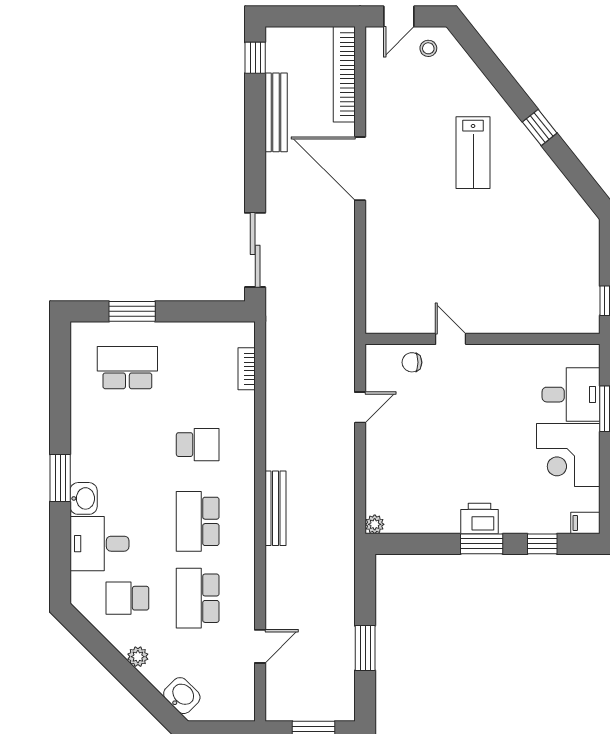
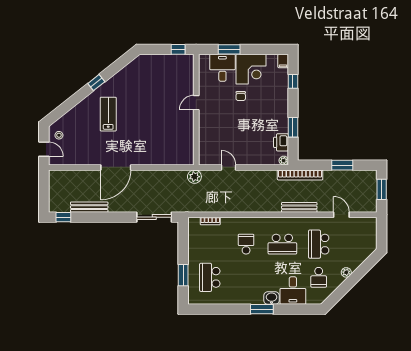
bookcase: (344, 74) -> (300, 175), moved
lab bench: (473, 153) -> (108, 114), turned -90
plant: (341, 335) -> (194, 177), added
door: (451, 339) -> (196, 103), moved
chair: (412, 362) -> (241, 96), moved
bench: (275, 508) -> (299, 207), moved
printer: (479, 519) -> (281, 142), moved
window: (482, 544) -> (293, 127), moved
school desk: (198, 598) -> (319, 244), turned 90
washbasin: (182, 696) -> (365, 252), removed

